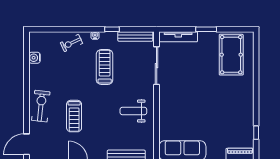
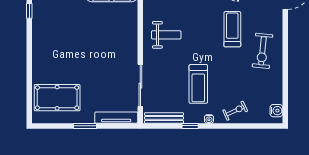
pool table: (231, 55) -> (57, 98), turned 90
water cooler: (35, 58) -> (276, 111), moved
exercise bike: (41, 106) -> (262, 51), moved

